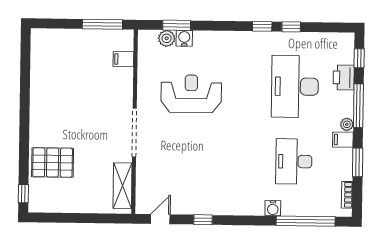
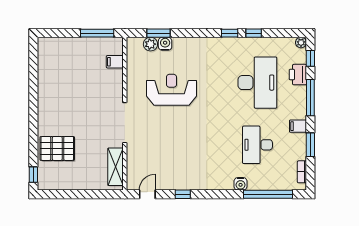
desk: (295, 86) -> (257, 83), turned 180
plant: (347, 124) -> (301, 43), moved

